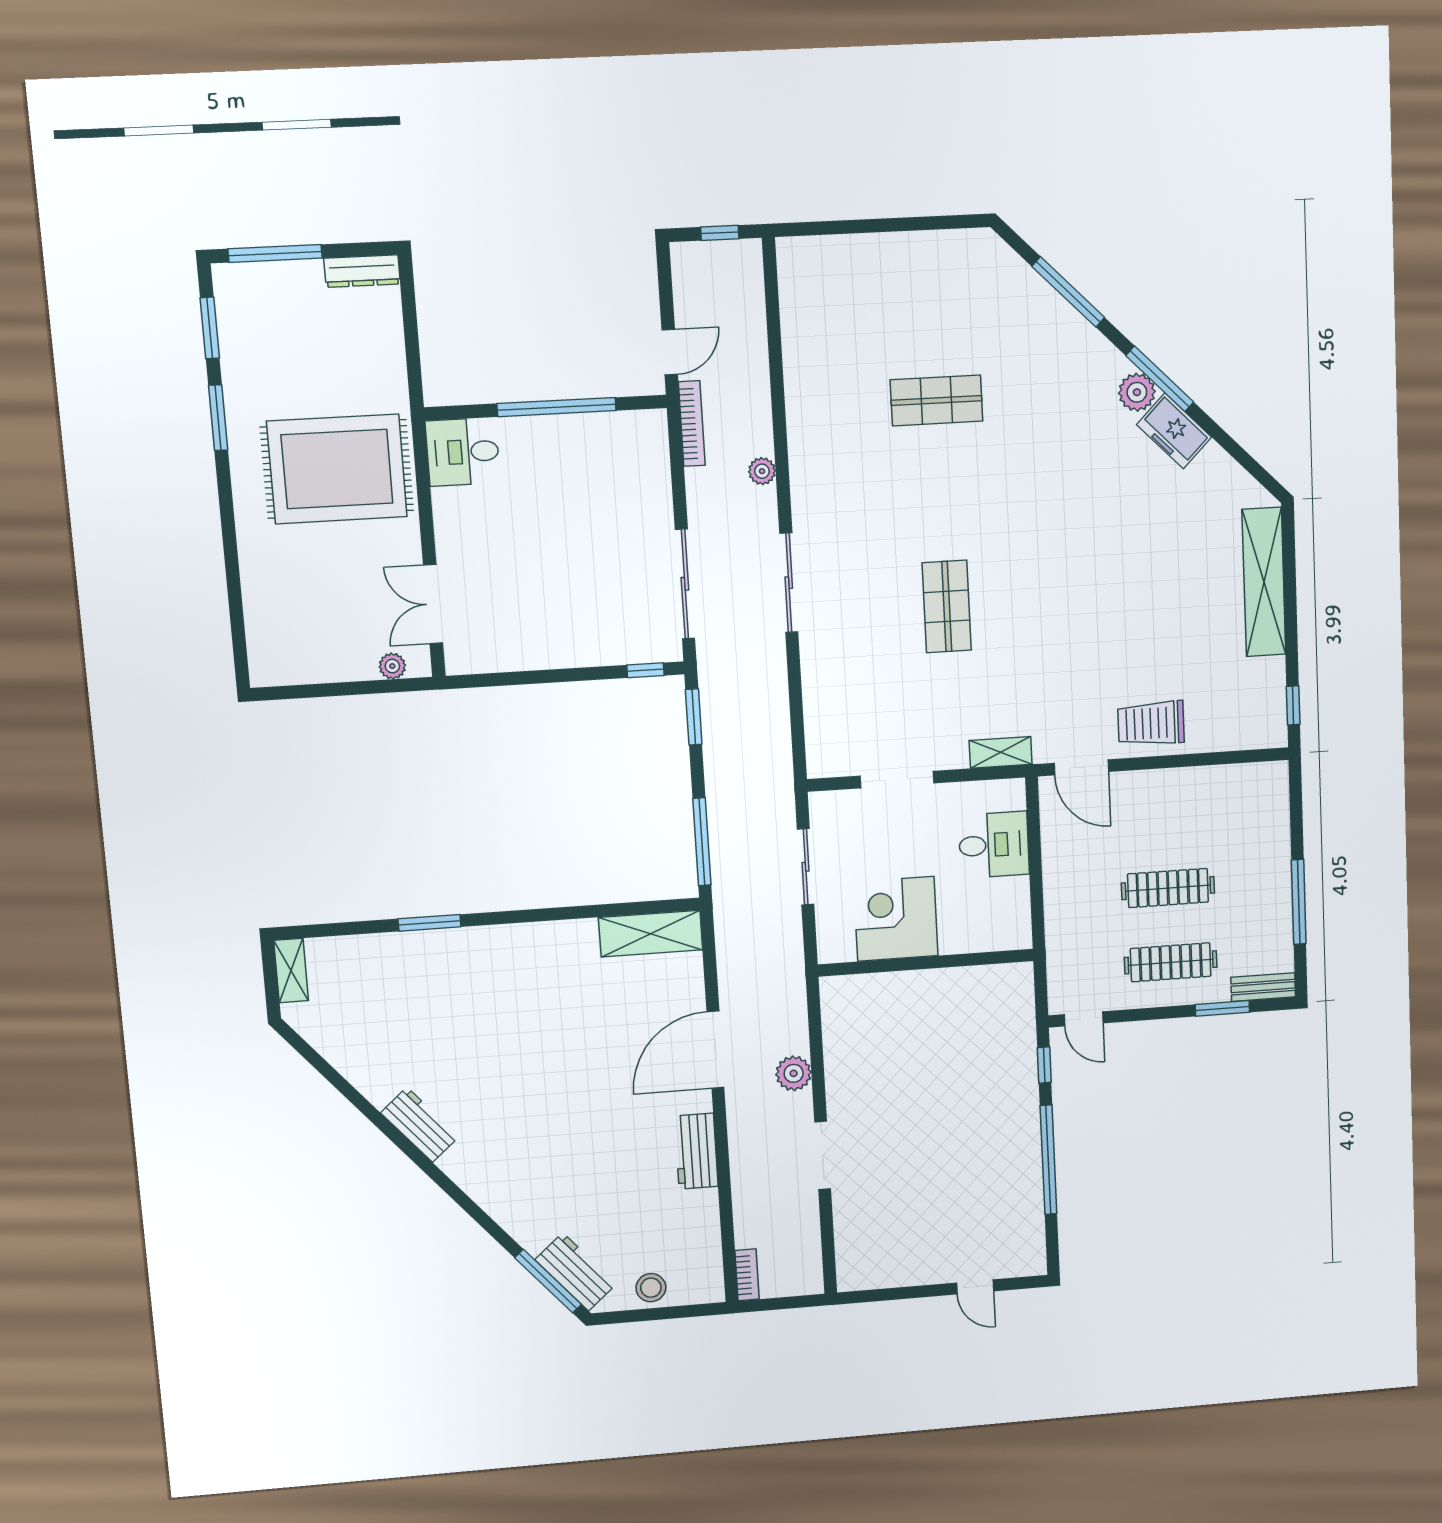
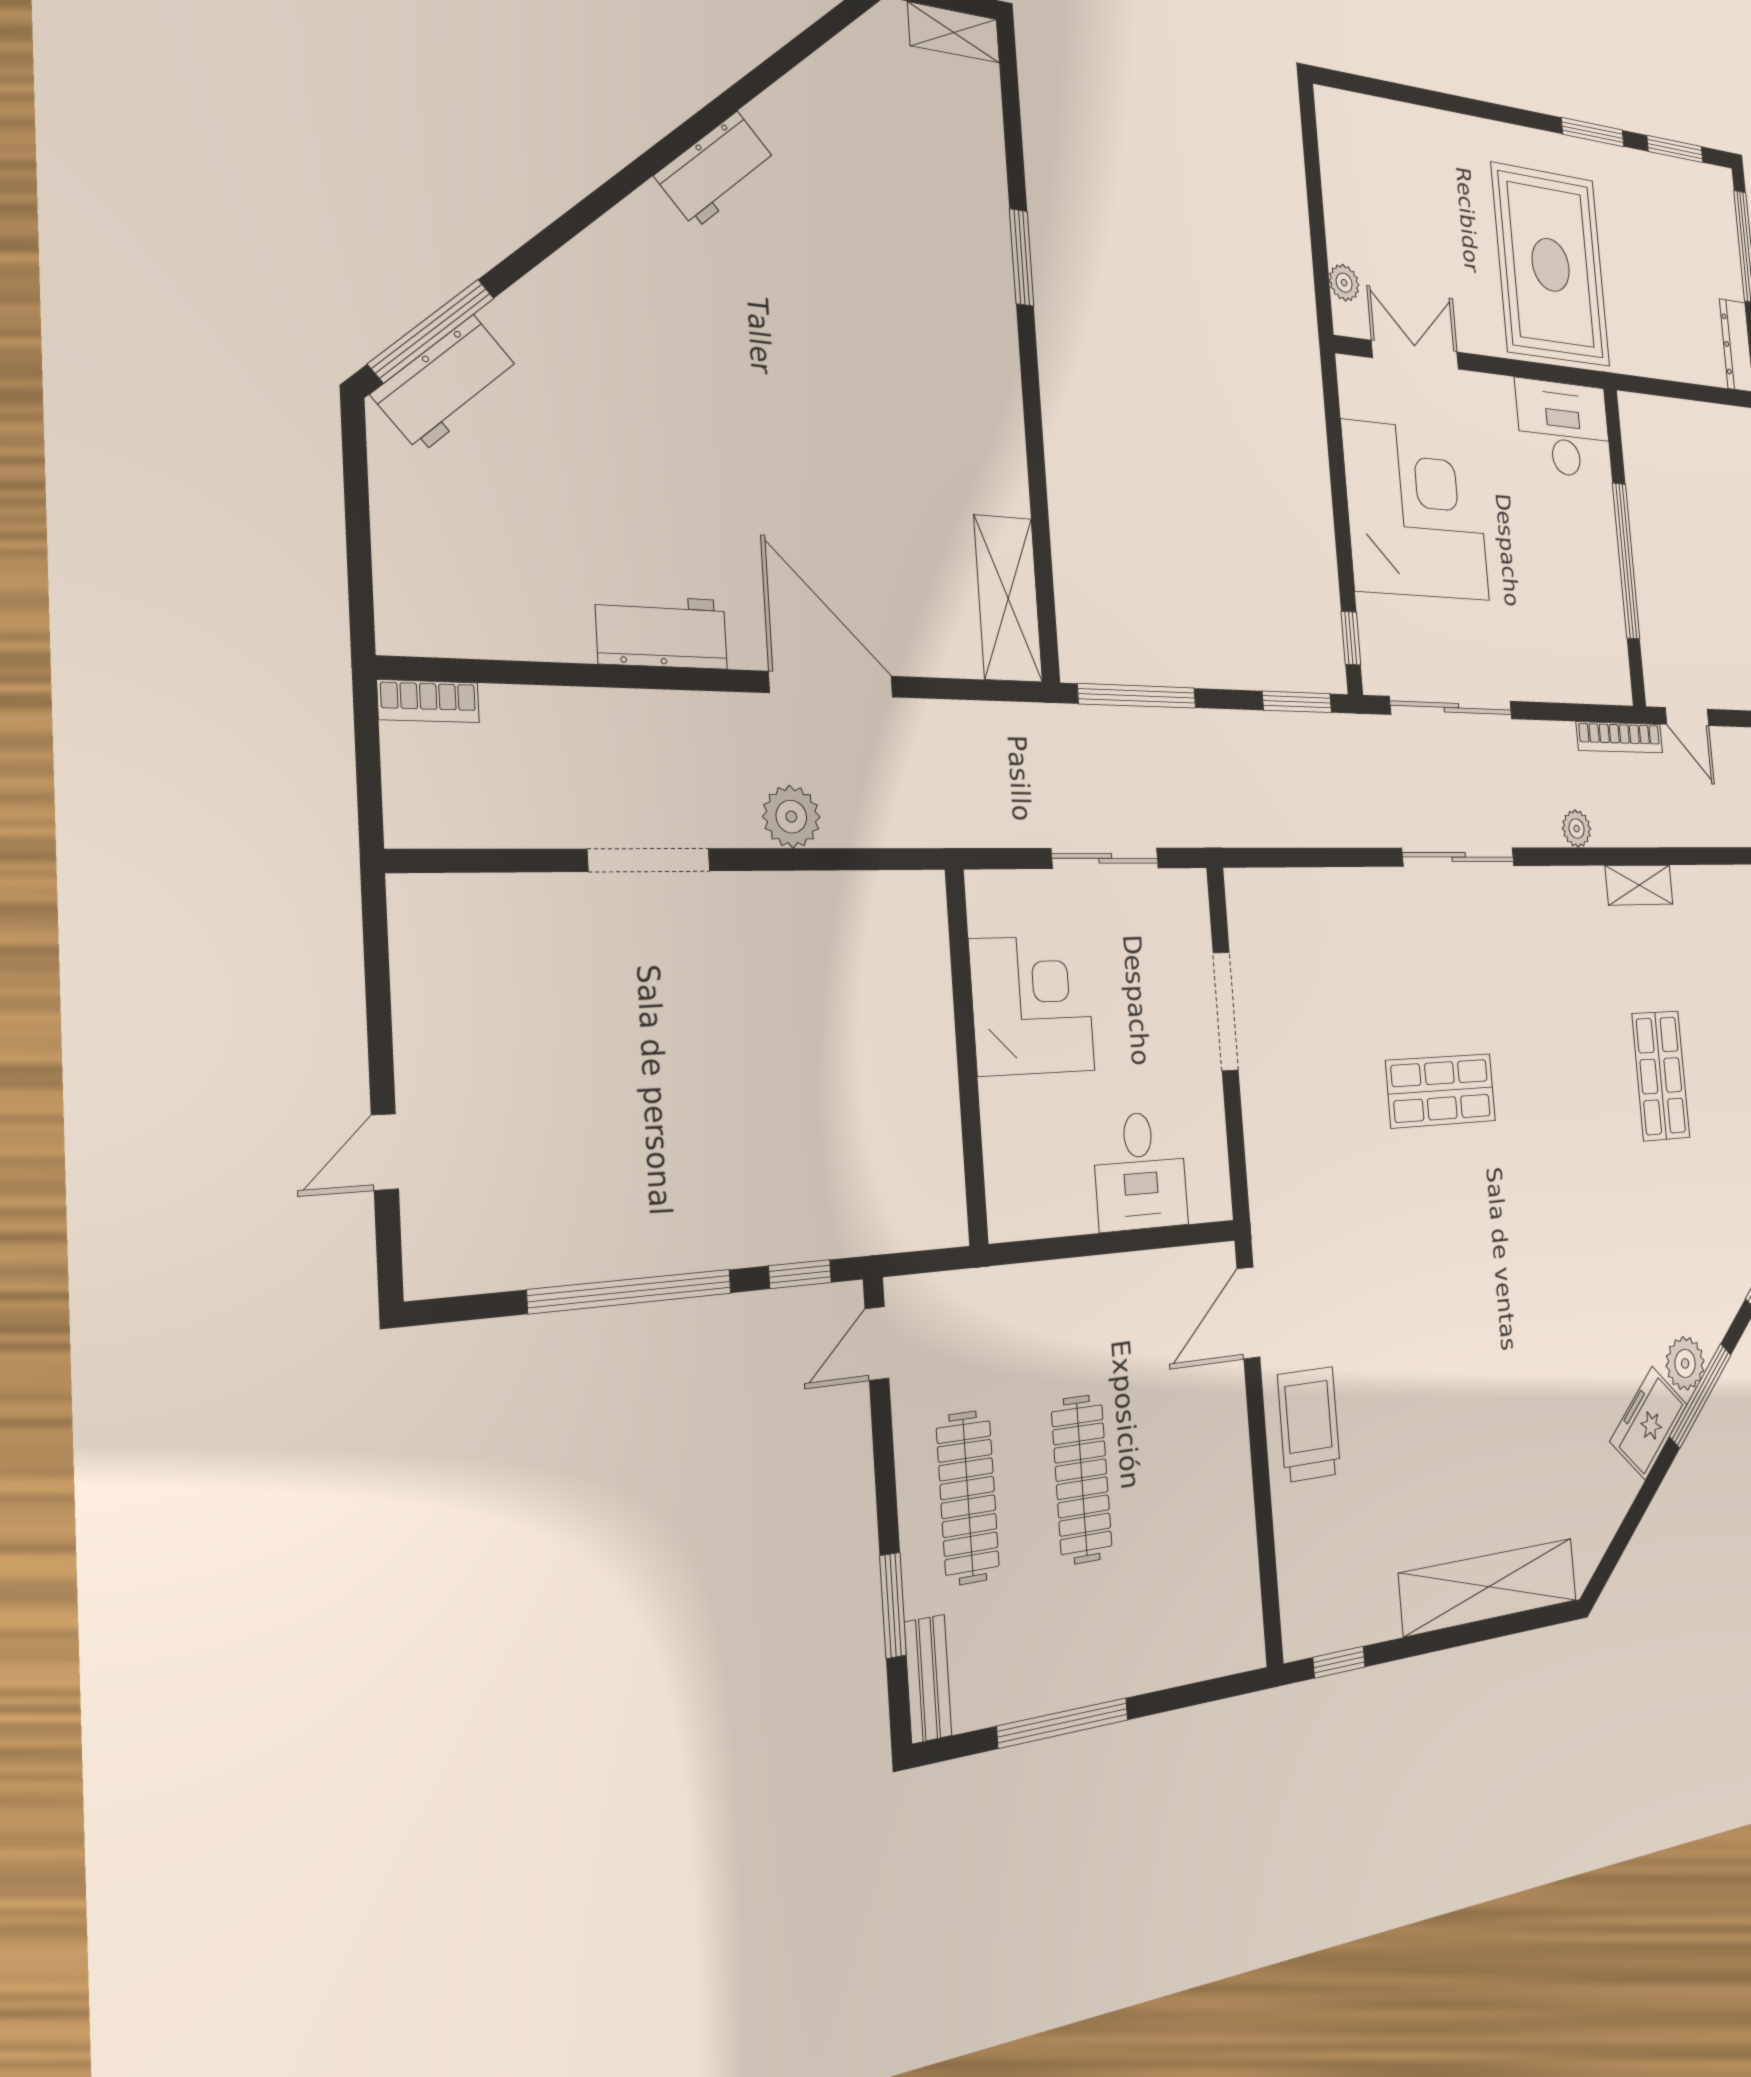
desk: (463, 452) -> (1564, 429), width x1.37
corner desk: (548, 609) -> (1416, 511), added
shelving: (1001, 752) -> (1639, 885), moved, turned 90
stool: (651, 1288) -> (411, 517), removed

